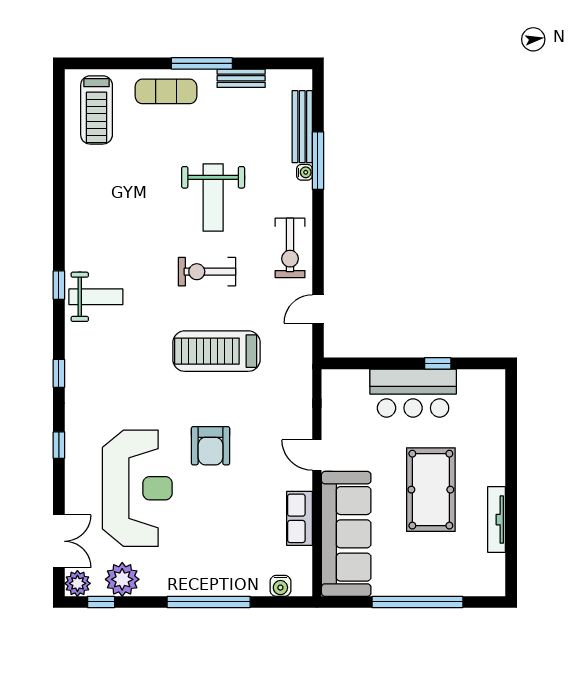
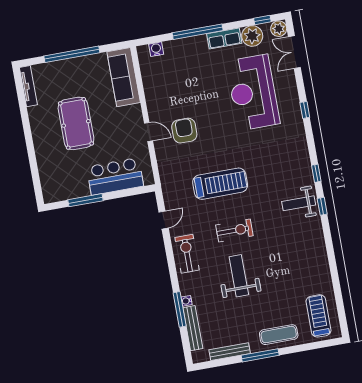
bench: (241, 78) -> (230, 352), width x1.36
window: (438, 363) -> (86, 200), width x2.17
window: (59, 373) -> (316, 173), moved
bar counter: (413, 393) -> (115, 176), moved
armchair: (210, 446) -> (184, 131), moved
row of seats: (299, 518) -> (224, 38), moved, turned 90
tv unit: (497, 520) -> (28, 86), moved
sofa: (346, 534) -> (124, 77), width x0.74, depth x0.79

